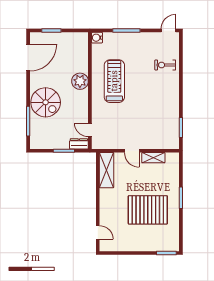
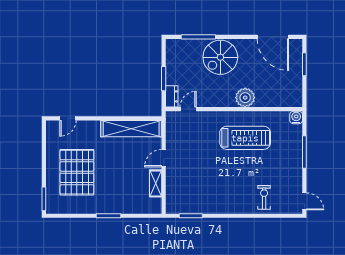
shelving: (107, 170) -> (131, 129), width x1.47
pallet: (148, 210) -> (77, 172), moved

